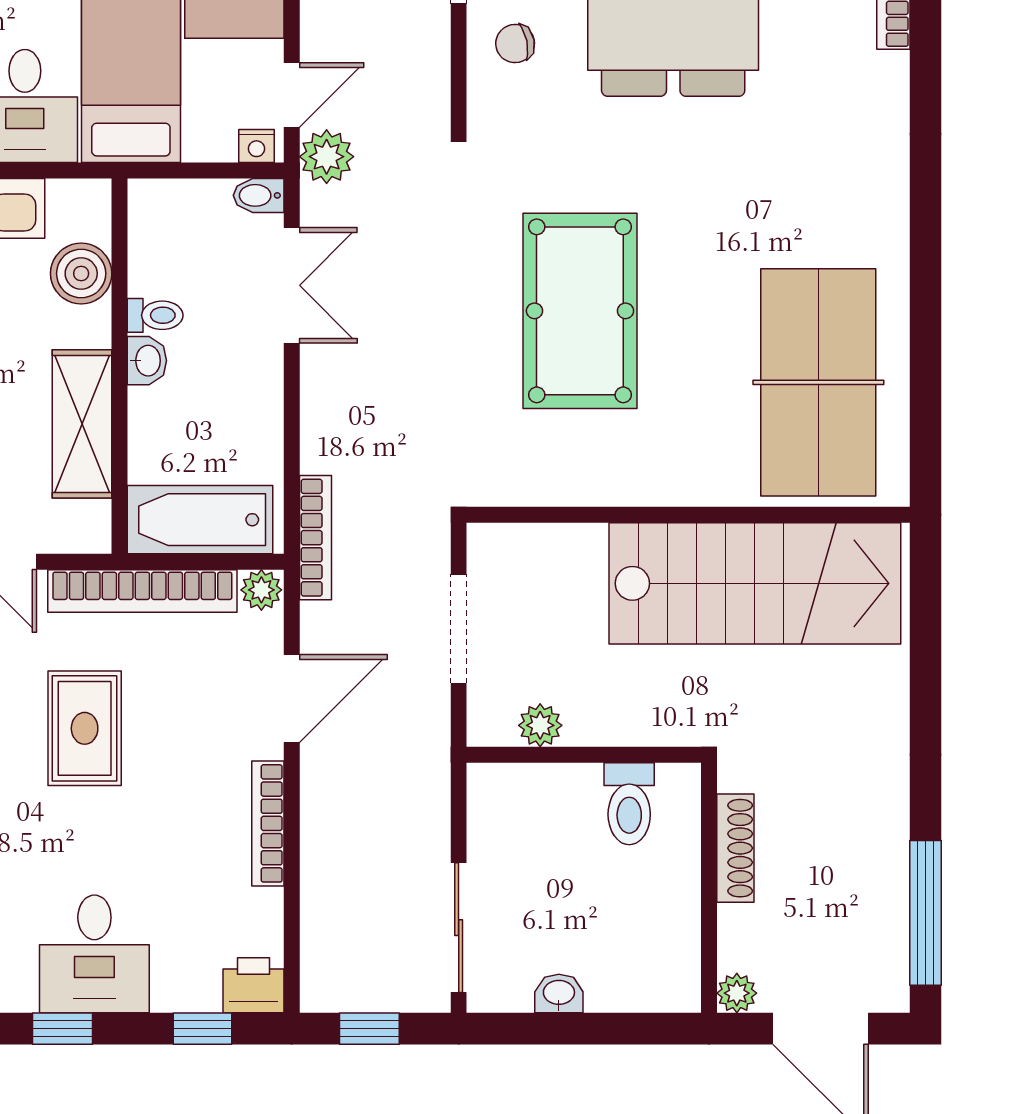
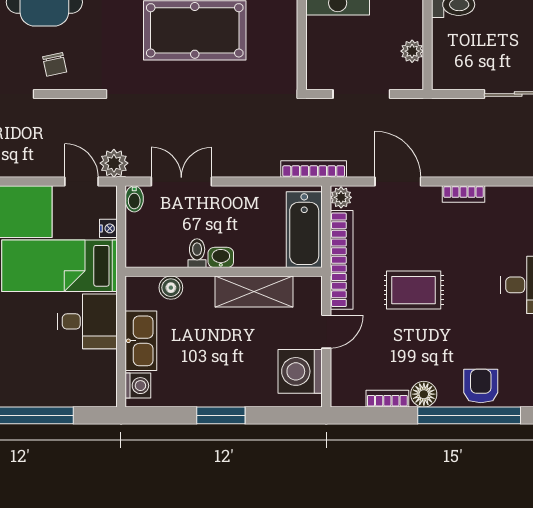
nightstand: (256, 146) -> (108, 228), moved
boiler: (81, 273) -> (171, 288), width x0.73, depth x0.73
bookcase: (268, 823) -> (463, 194), width x0.64

